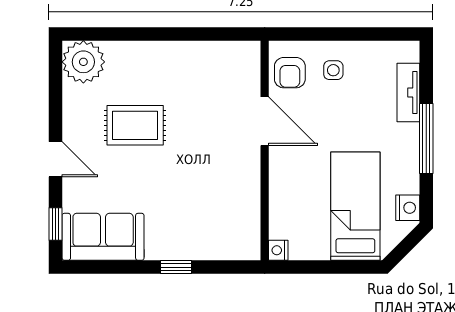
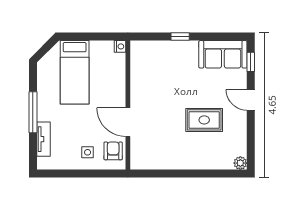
plant: (83, 62) -> (240, 163), width x0.53, depth x0.53
nightstand: (408, 208) -> (44, 71), removed

